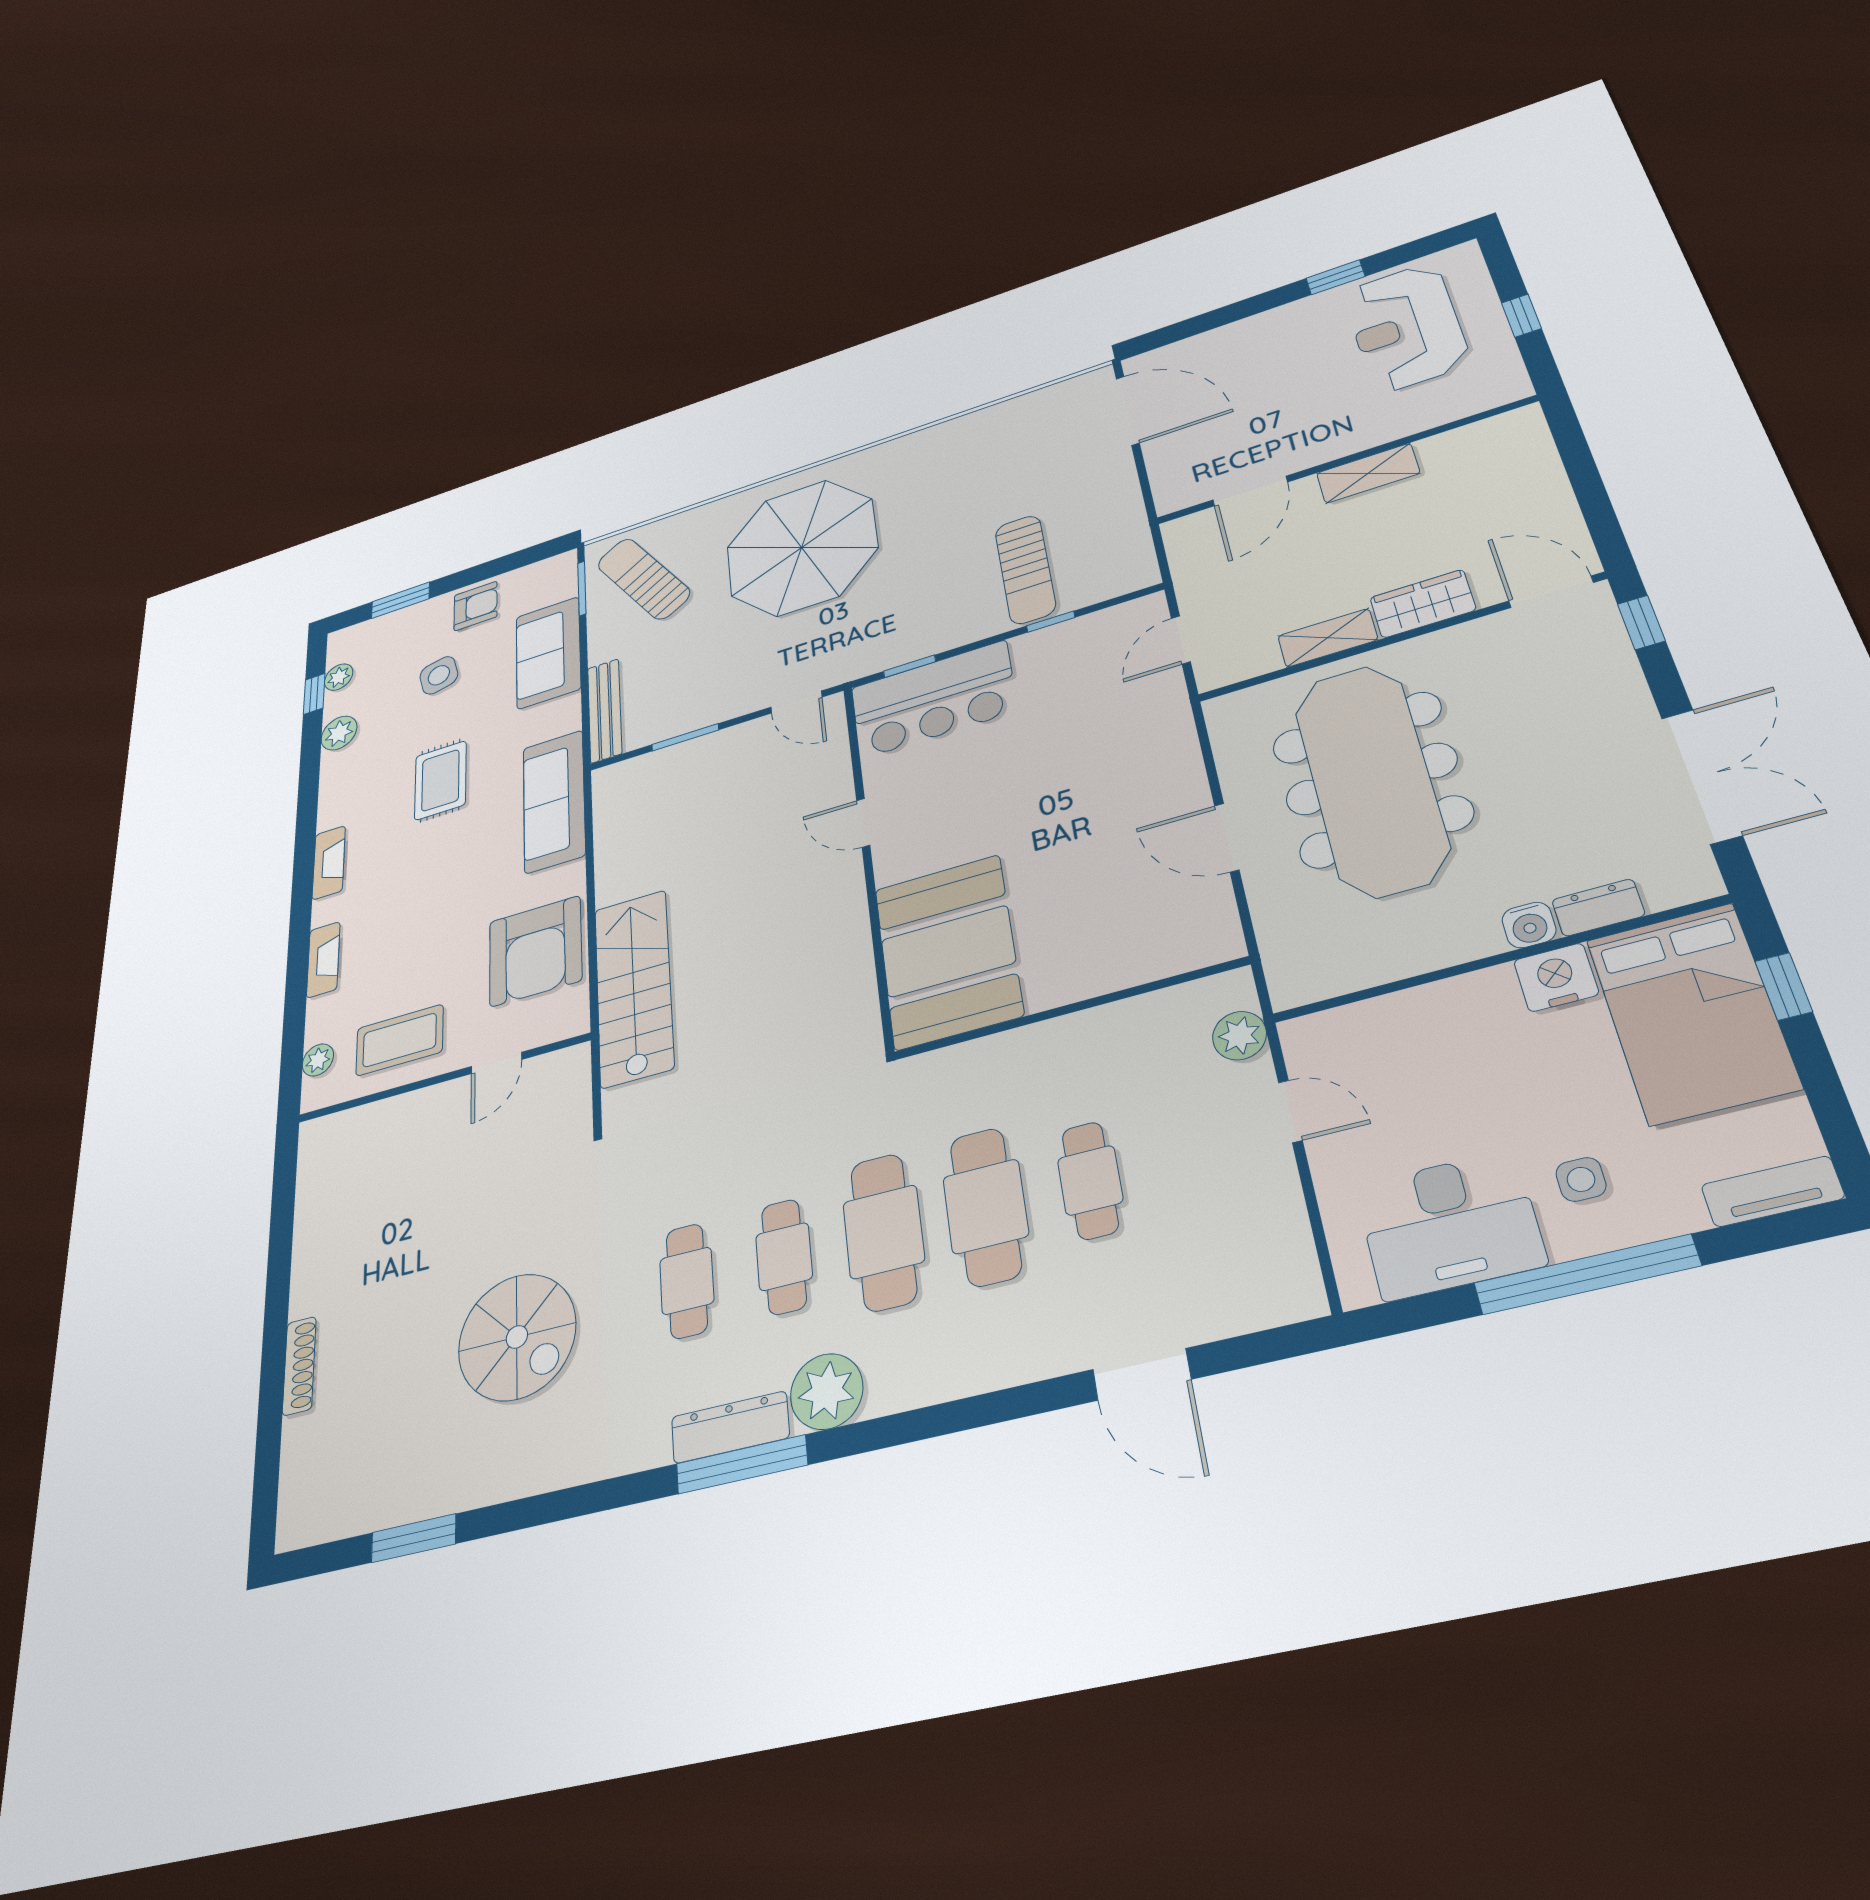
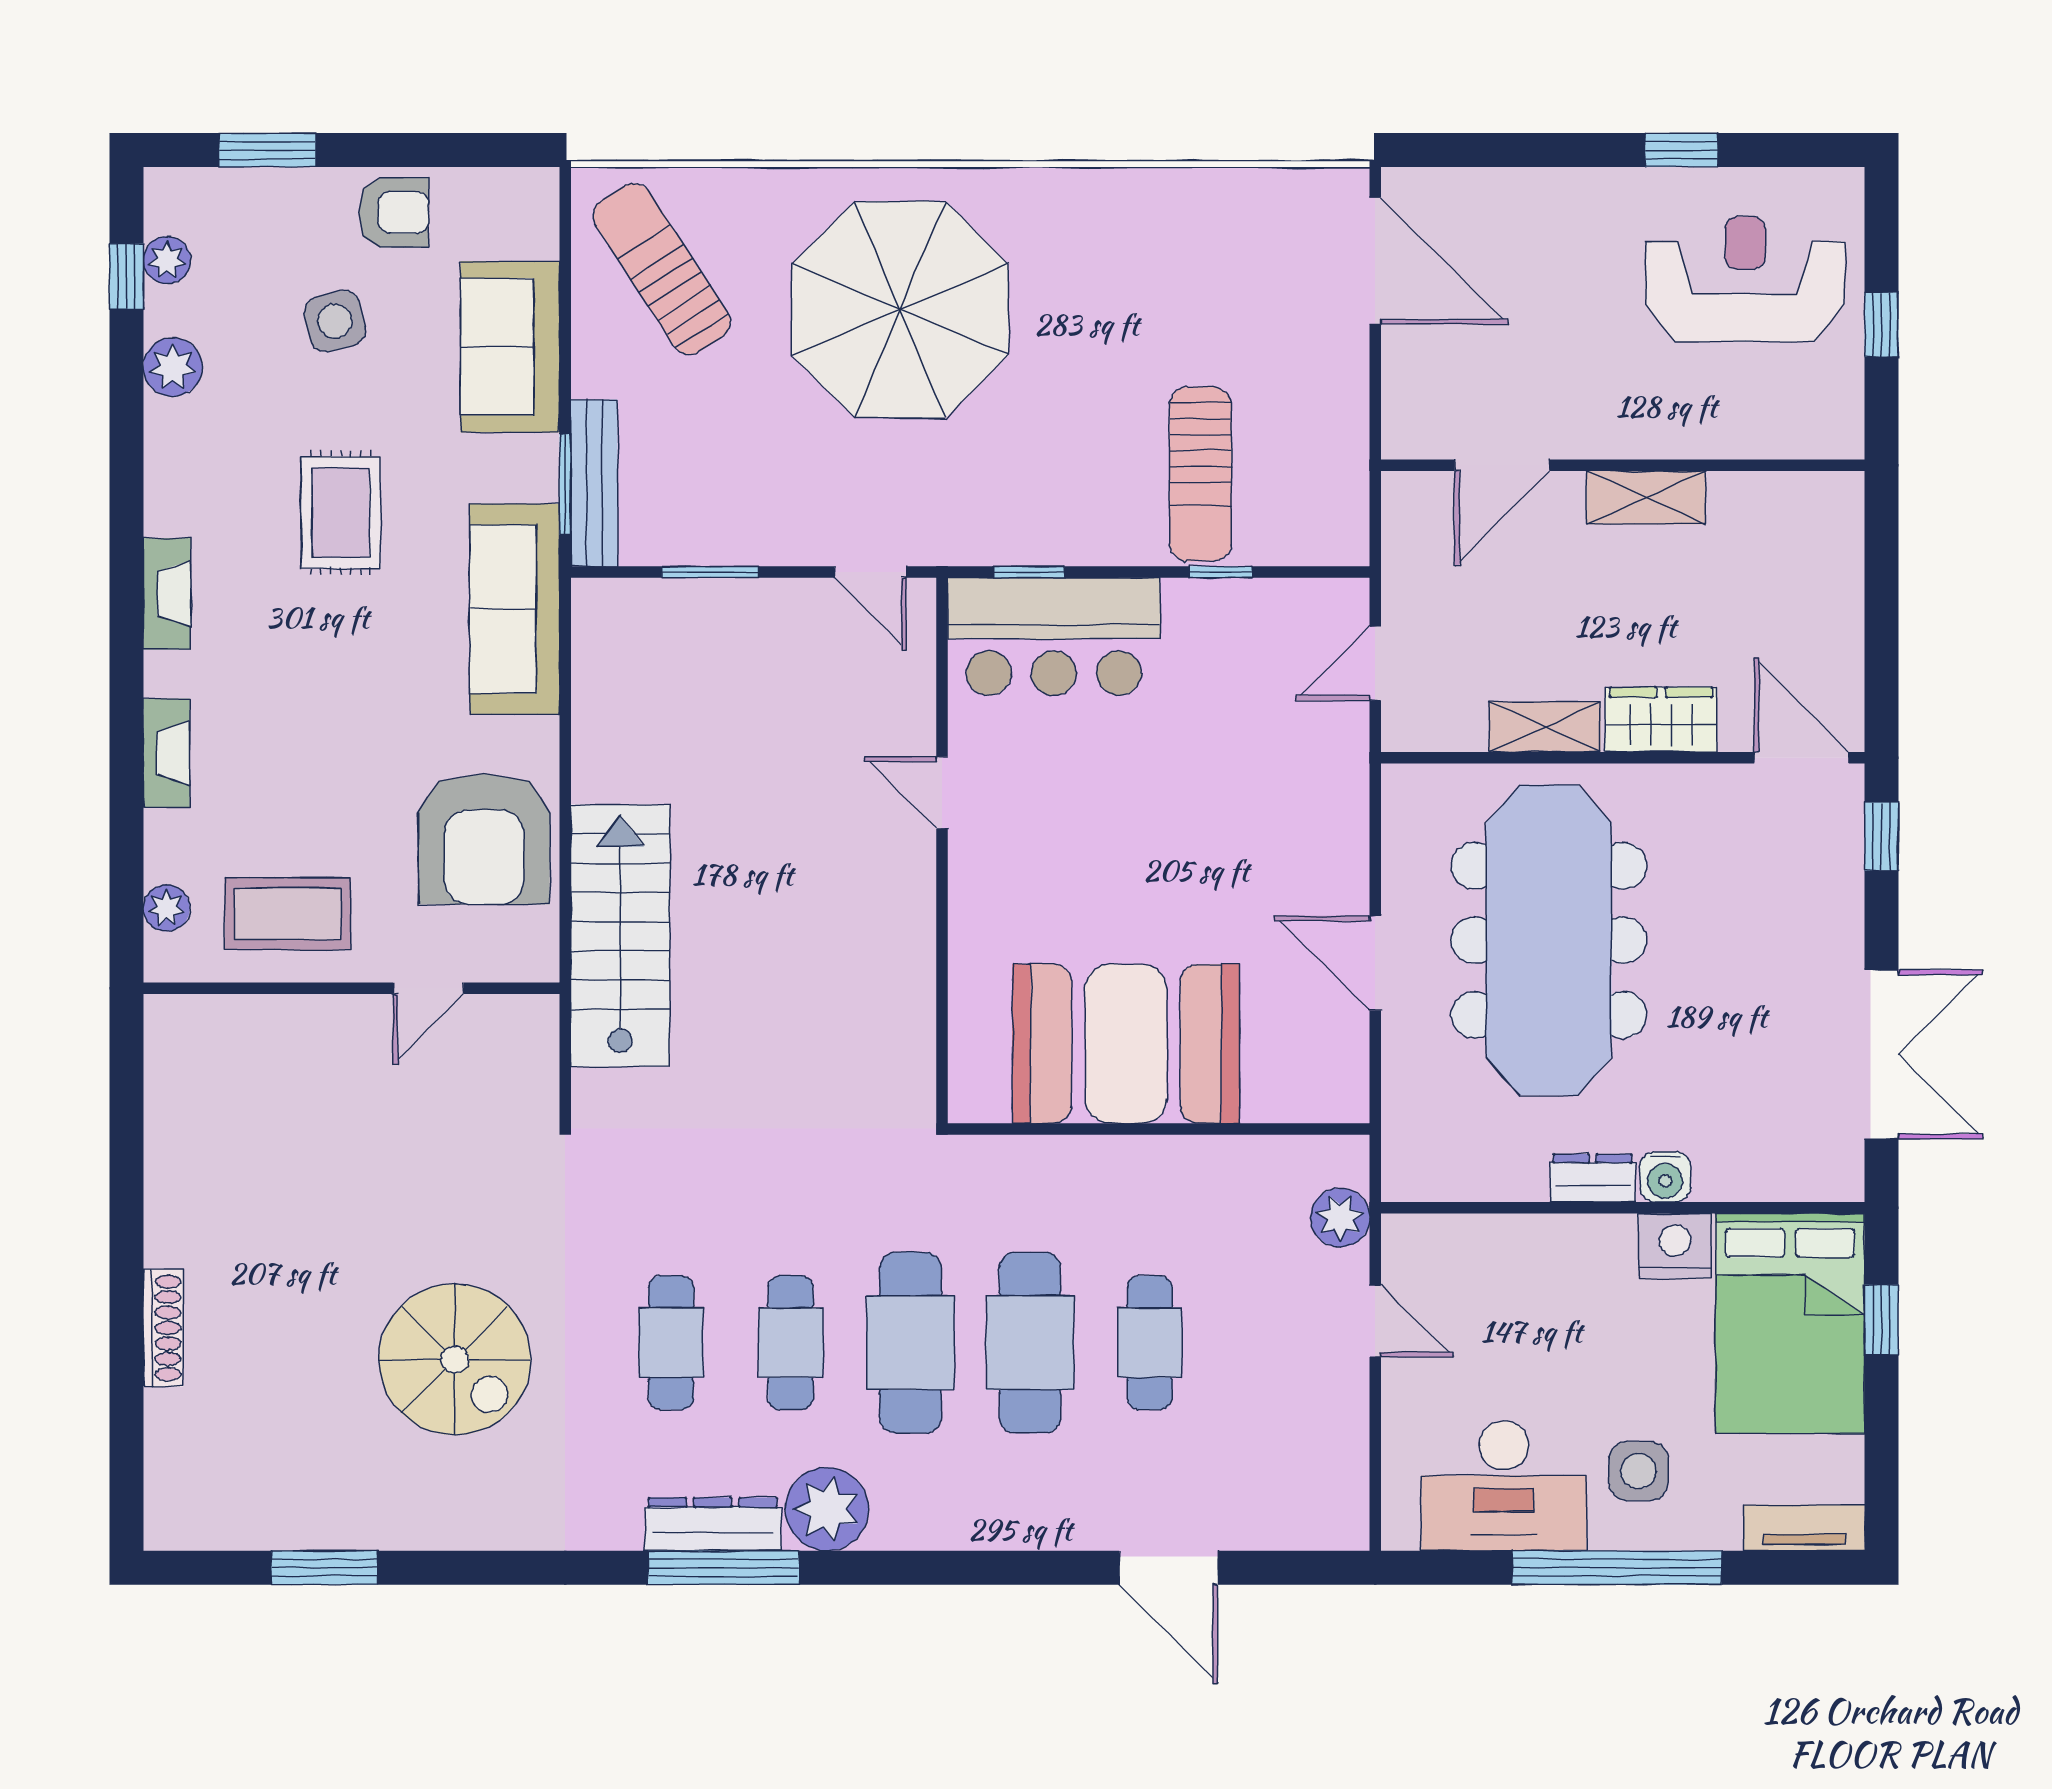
reception desk: (1406, 327) -> (1745, 279), turned 90
window: (582, 588) -> (565, 484), moved
dresser: (1598, 908) -> (1593, 1178), moved
booth: (948, 951) -> (1126, 1044), moved, turned 90
side table: (1581, 1179) -> (1638, 1471), width x1.37, depth x1.37

